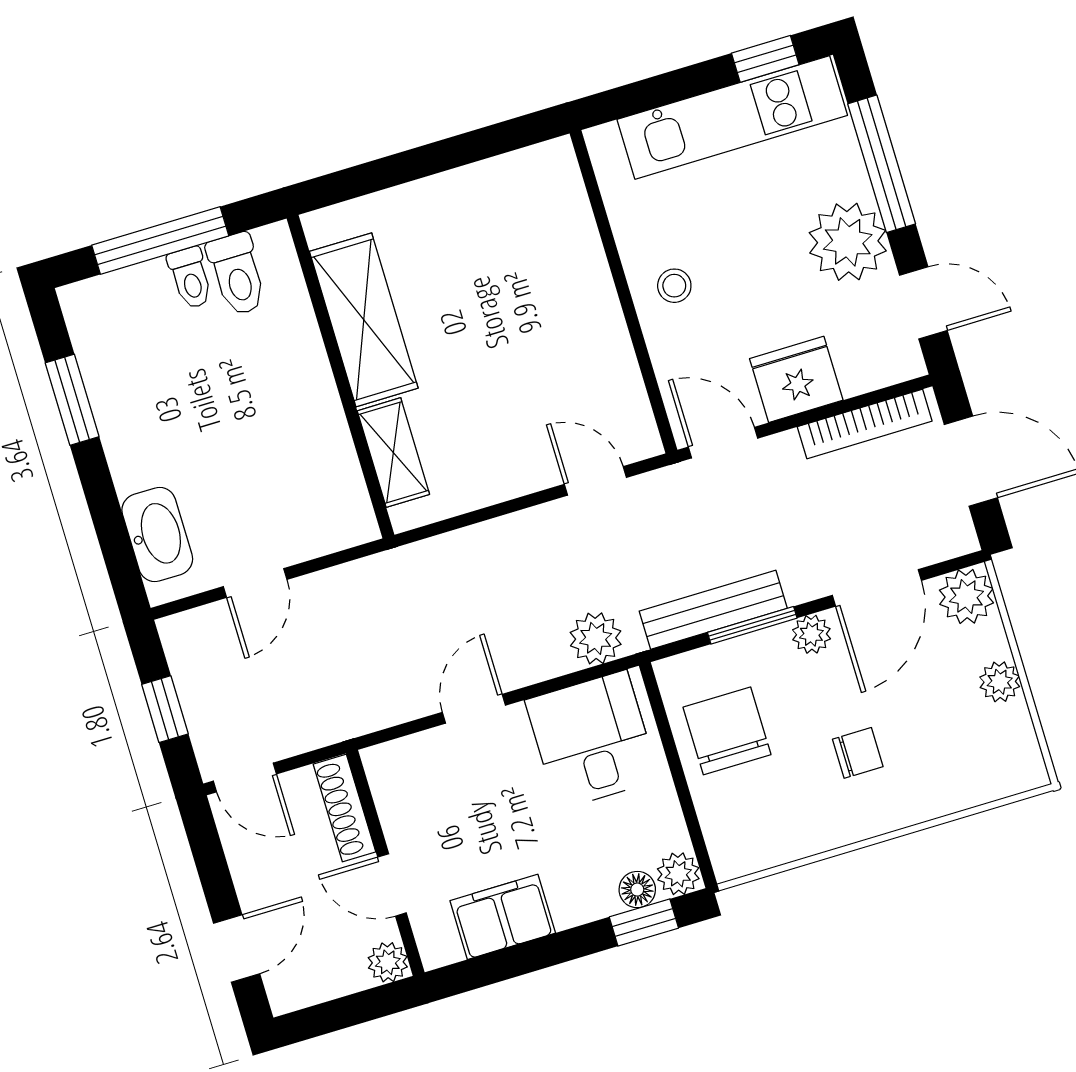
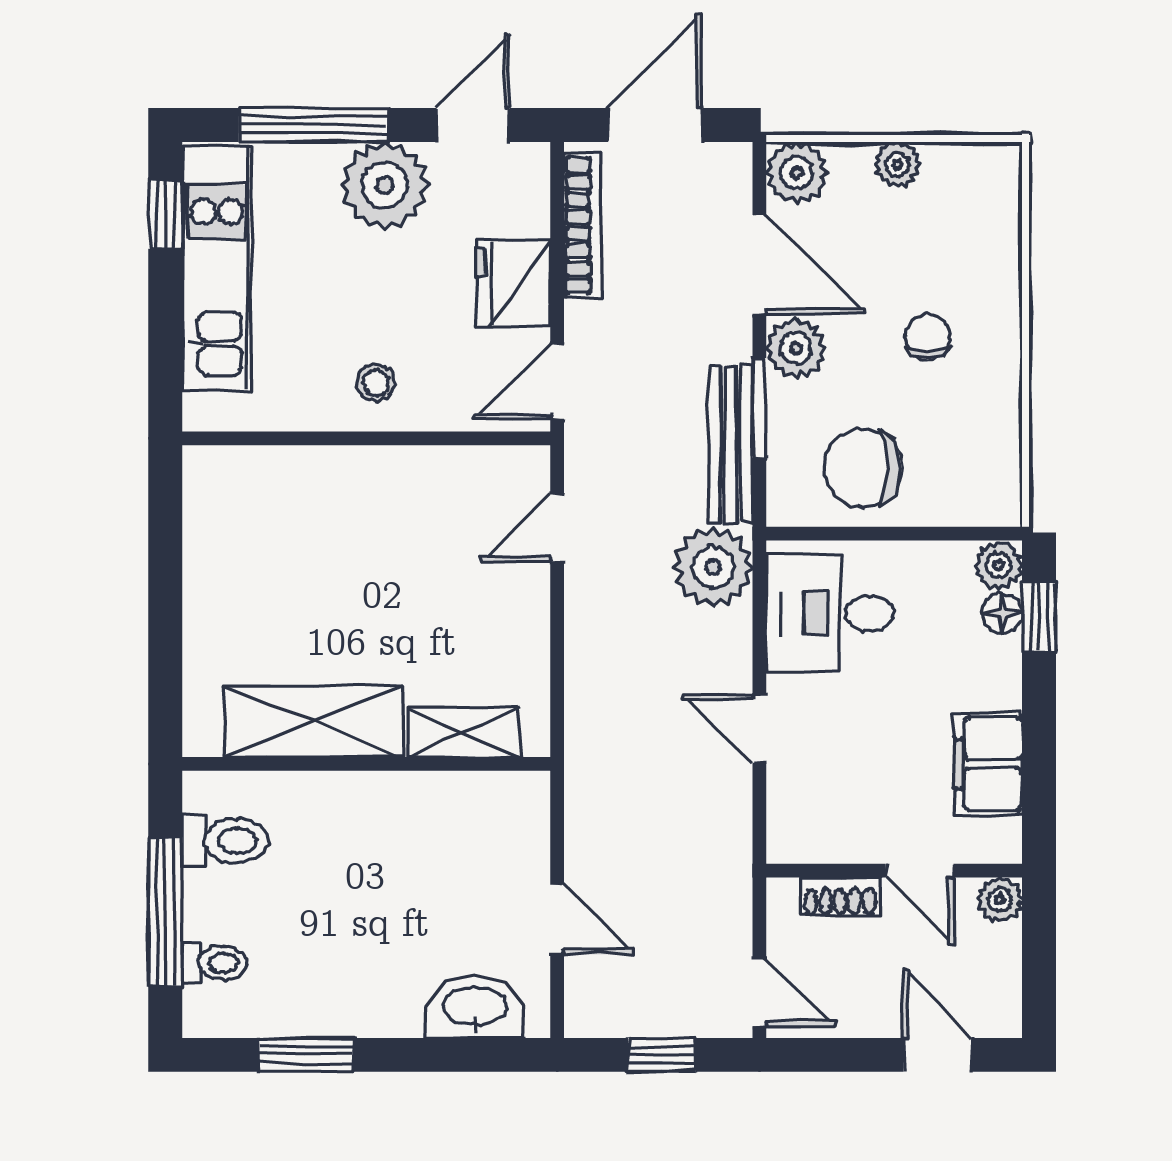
toilet: (190, 278) -> (214, 963), moved
plant: (811, 634) -> (796, 348), width x1.38, depth x1.38
plant: (596, 638) -> (713, 567), width x1.36, depth x1.36
door: (245, 777) -> (759, 992), hinge flipped
shoe rack: (344, 808) -> (840, 897), width x0.70
door: (392, 885) -> (920, 871), hinge flipped

